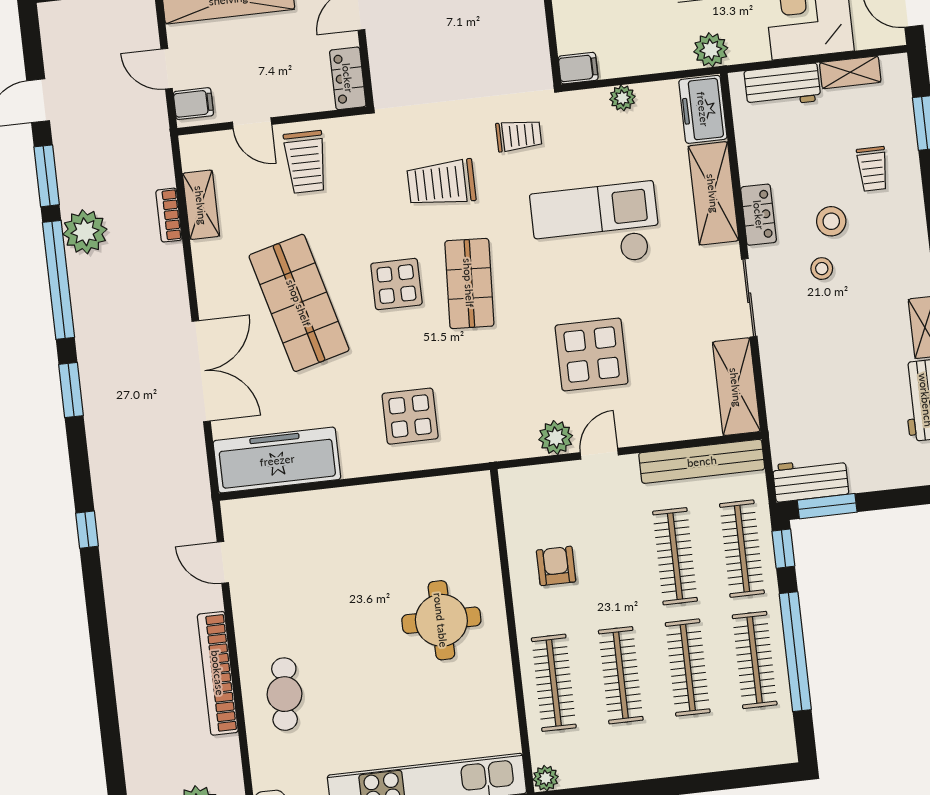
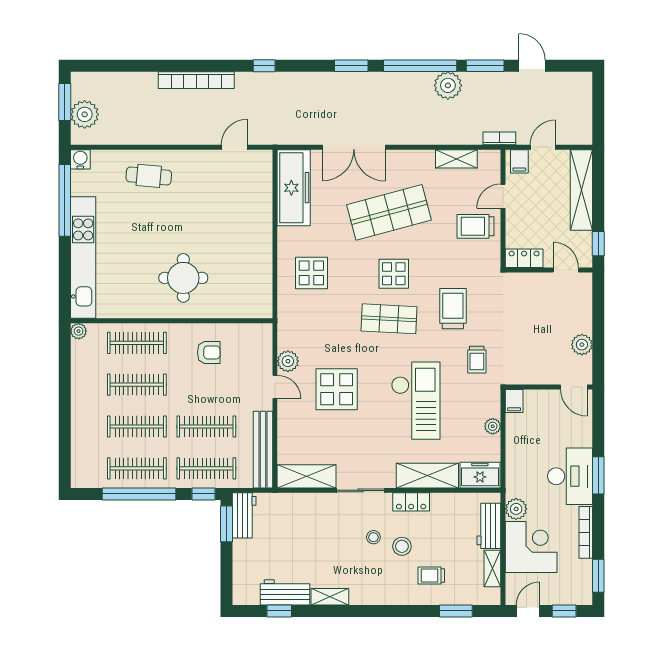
plant: (711, 50) -> (516, 509), moved
bookcase: (169, 215) -> (499, 138), moved
bookcase: (218, 673) -> (196, 80), moved, turned 180

